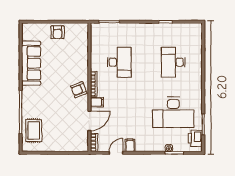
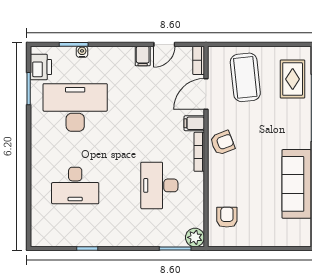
plant: (96, 29) -> (195, 237), added
armchair: (58, 32) -> (227, 217), moved
desk: (173, 62) -> (75, 185), turned 90
coffee table: (64, 132) -> (245, 77), added

